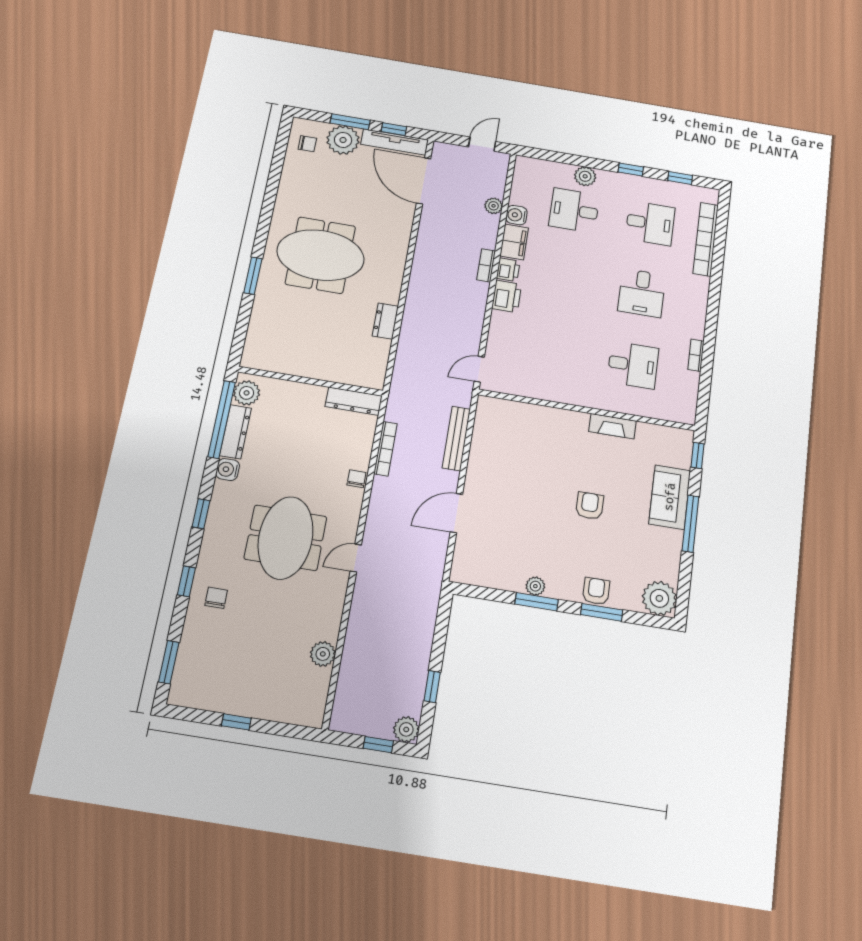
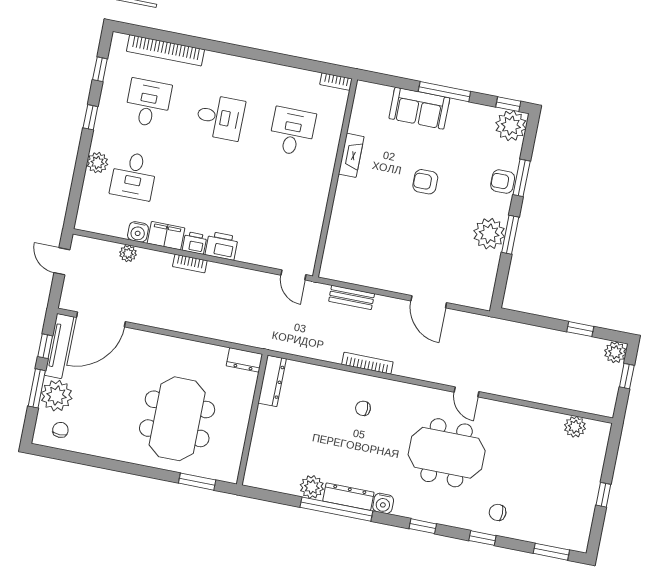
bookcase: (696, 355) -> (336, 82), moved
wall: (311, 381) -> (252, 420), moved
dresser: (354, 401) -> (272, 381), moved
bench: (456, 438) -> (352, 297), width x0.73
window: (698, 455) -> (508, 104), moved
chair: (356, 479) -> (363, 408), moved
plant: (535, 586) -> (489, 234), width x1.88, depth x1.88
plant: (323, 654) -> (575, 427), moved

